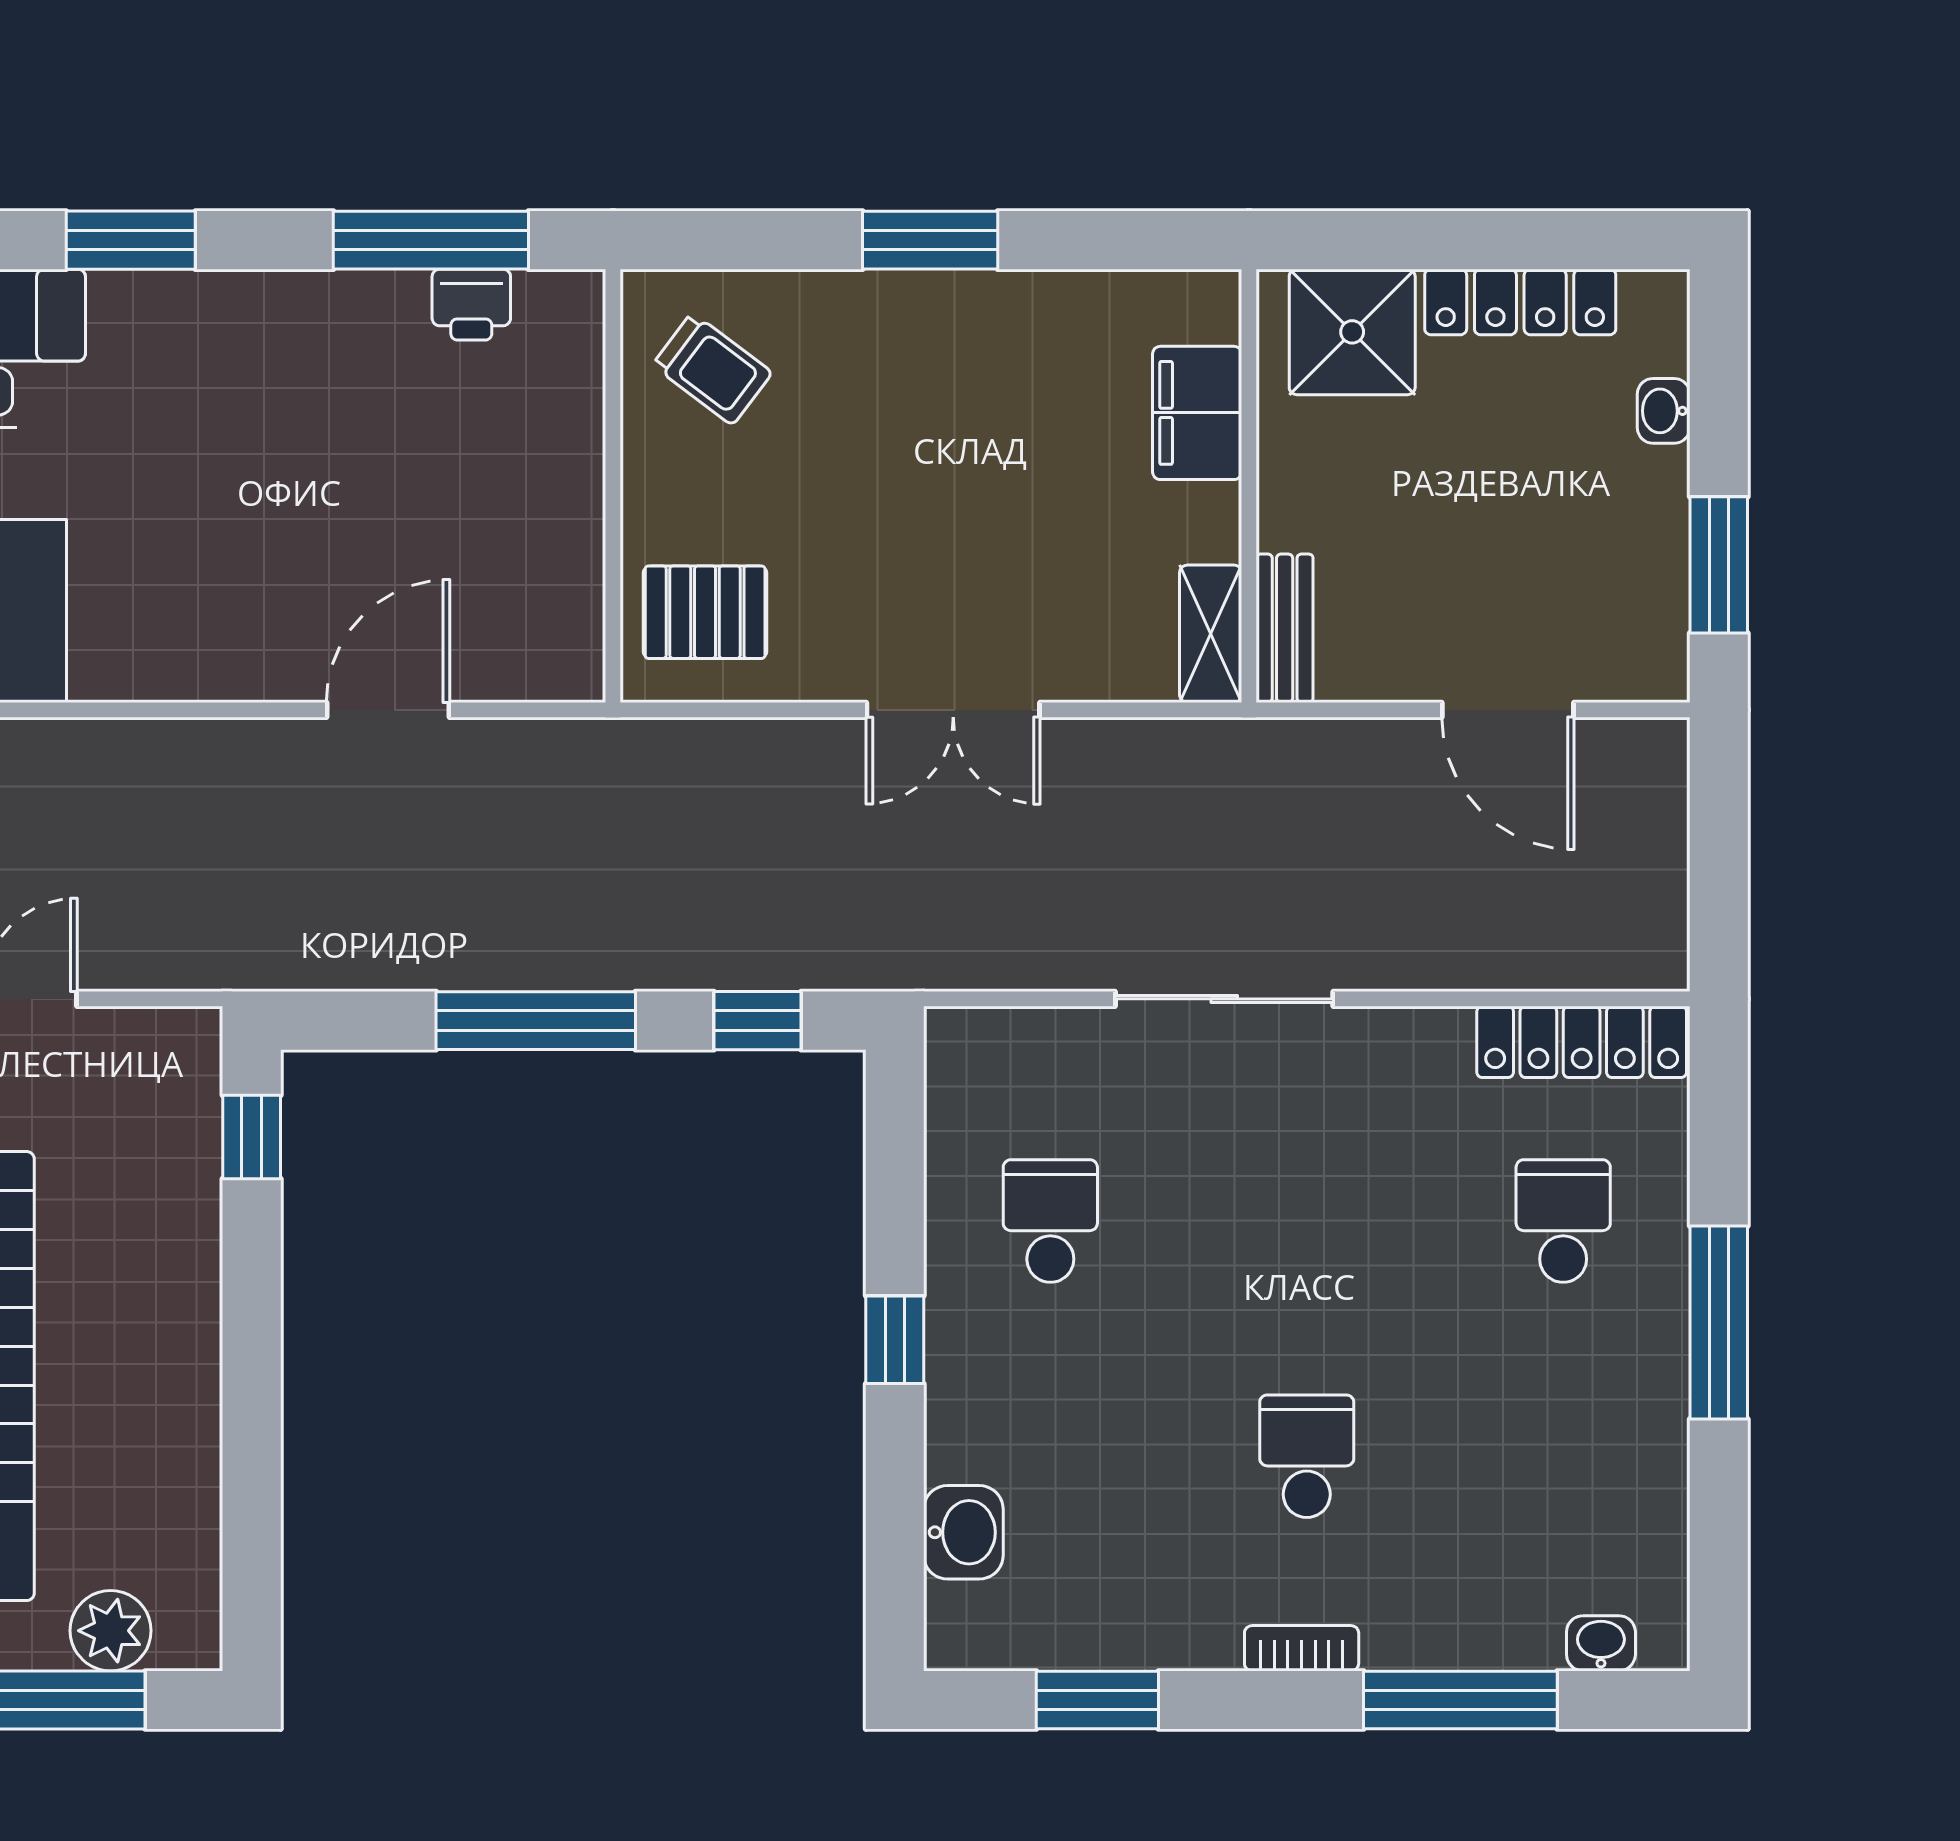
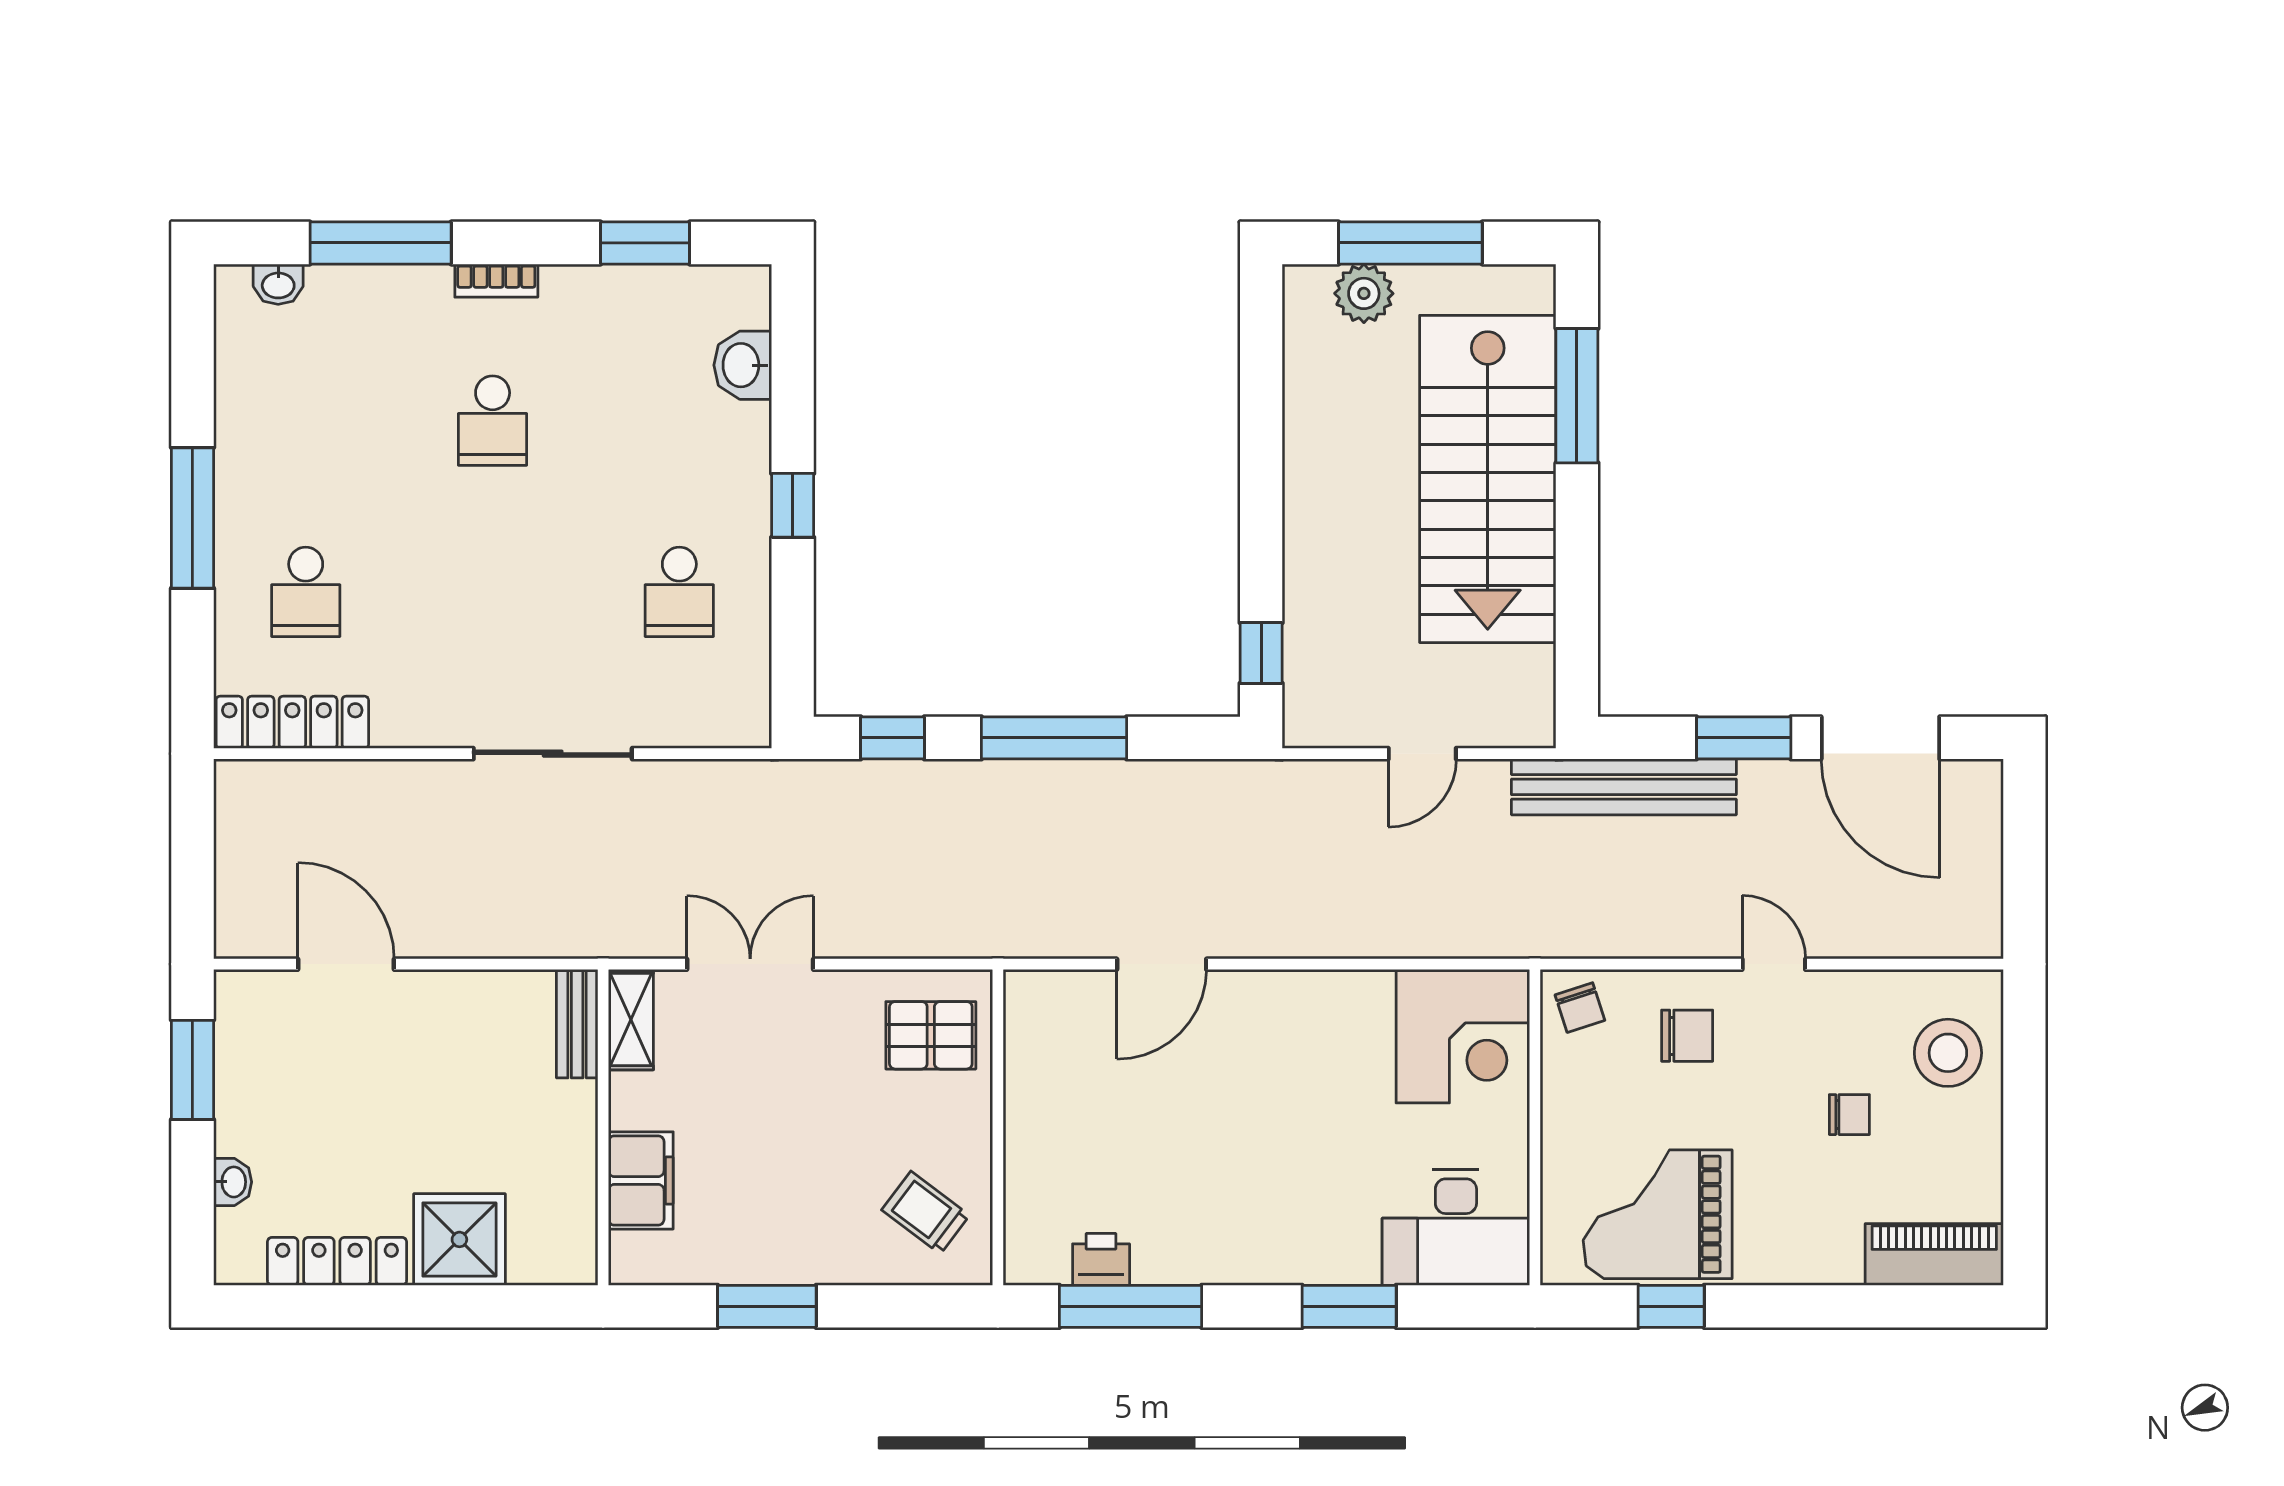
filing cabinet: (1197, 413) -> (641, 1180), moved
wall: (1249, 486) -> (603, 1127), moved
bench: (1285, 628) -> (577, 1024), moved
shelving: (1211, 634) -> (631, 1020), moved

